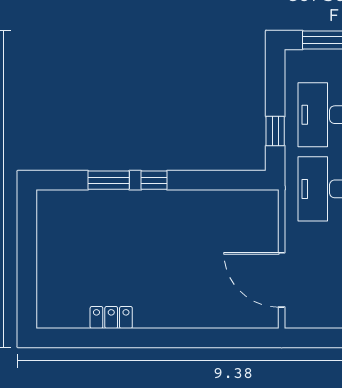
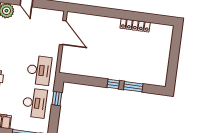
locker: (111, 318) -> (135, 25), width x1.53

